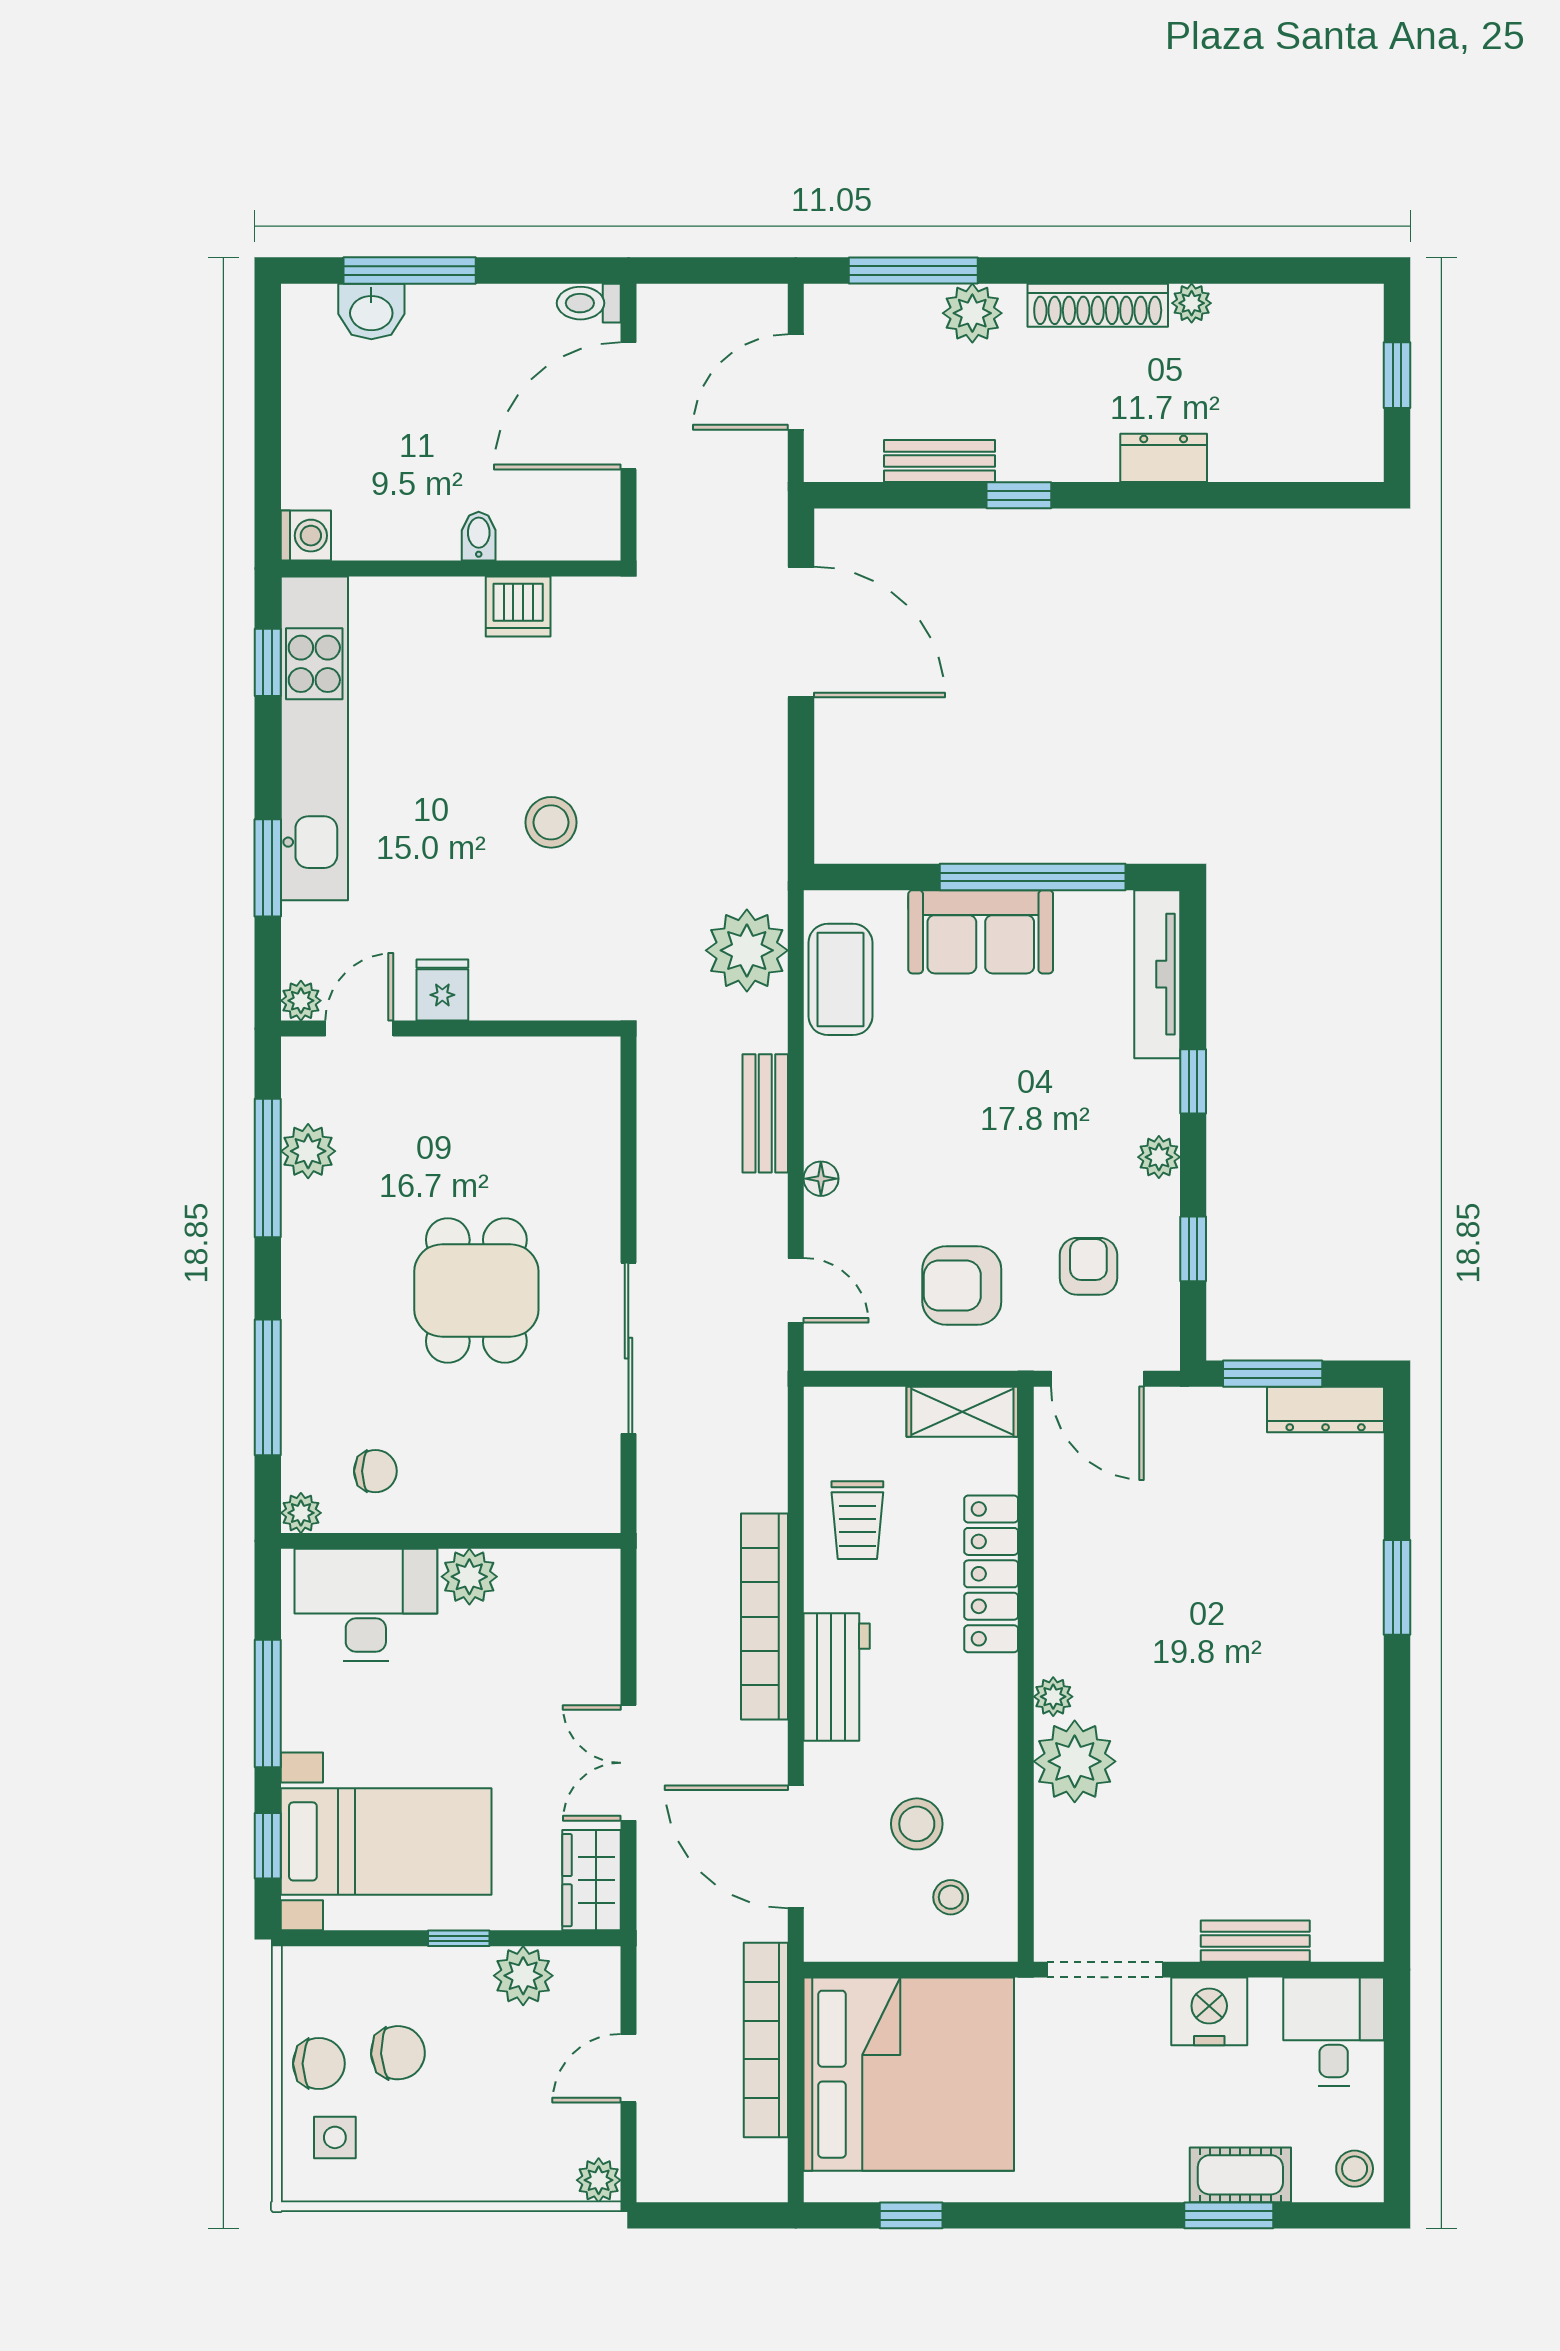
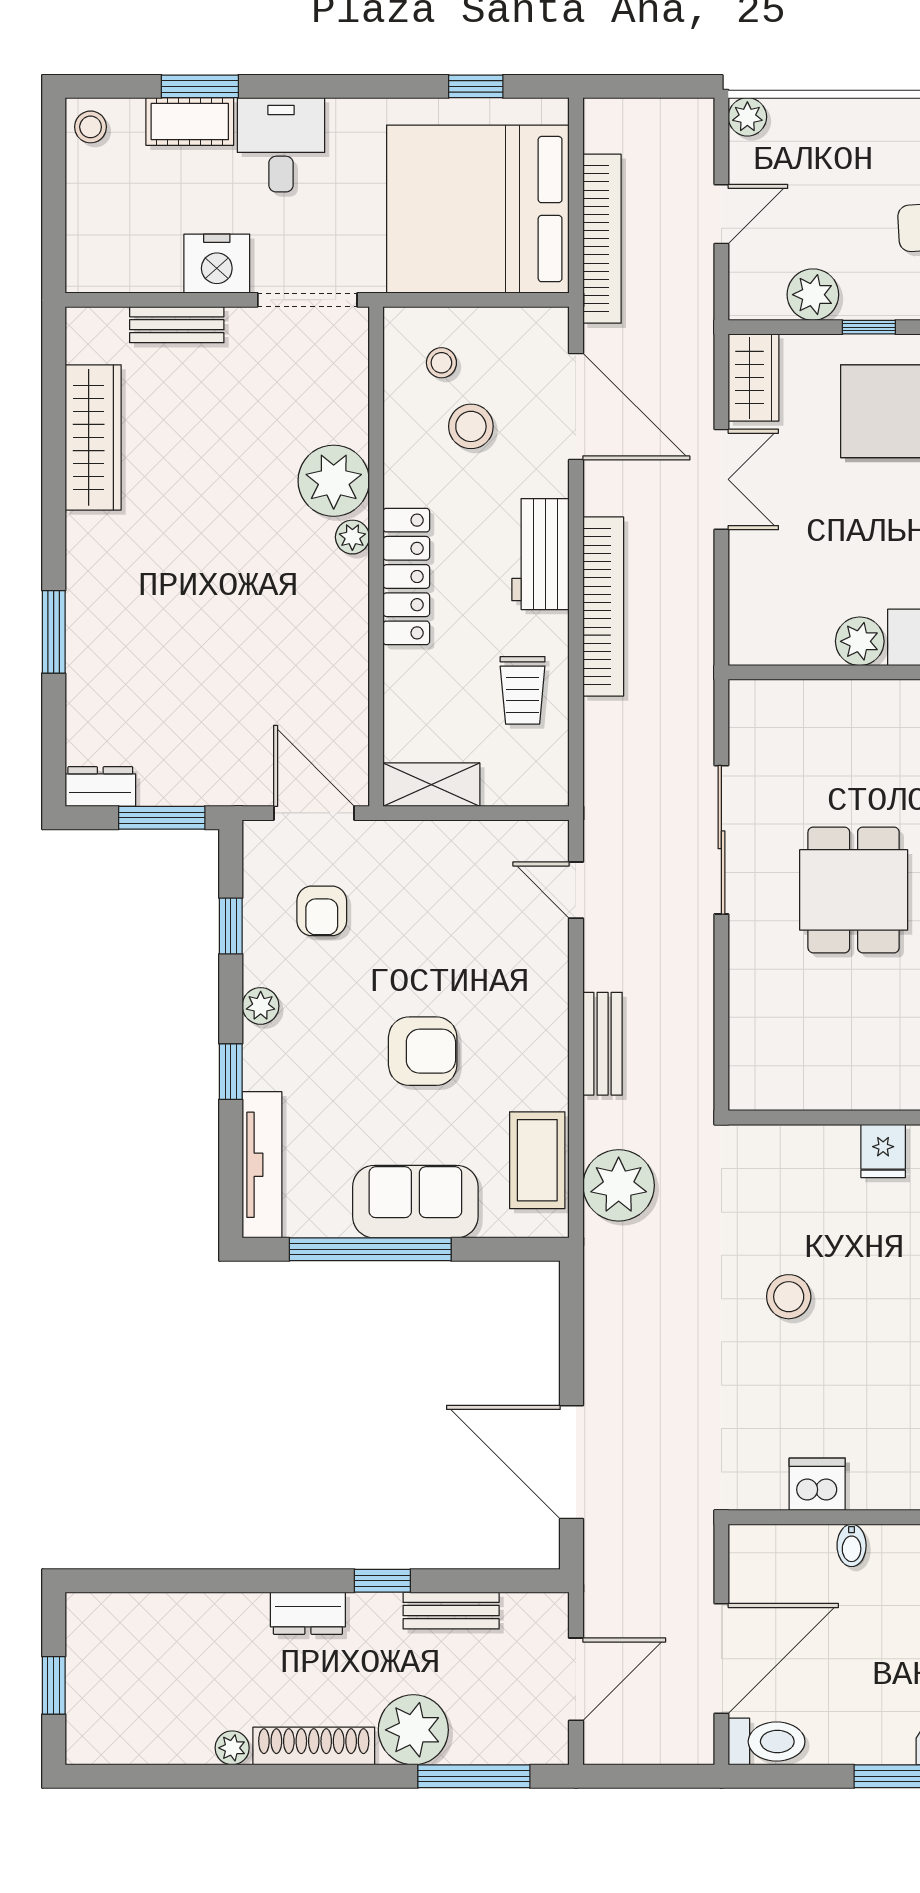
toilet: (589, 303) -> (767, 1742), width x1.37, depth x1.39
plant: (972, 313) -> (413, 1730), width x1.36, depth x1.36
dresser: (1164, 458) -> (308, 1613), moved
floor lamp: (821, 1179) -> (554, 987), removed
armchair: (962, 1285) -> (423, 1051), moved
dresser: (1326, 1410) -> (100, 787), width x0.70
trolley: (857, 1520) -> (523, 690), turned 180
locker: (991, 1574) -> (406, 577), moved
wardrobe: (1352, 1811) -> (93, 437), added
desk: (1334, 2032) -> (281, 145), moved, turned 180

